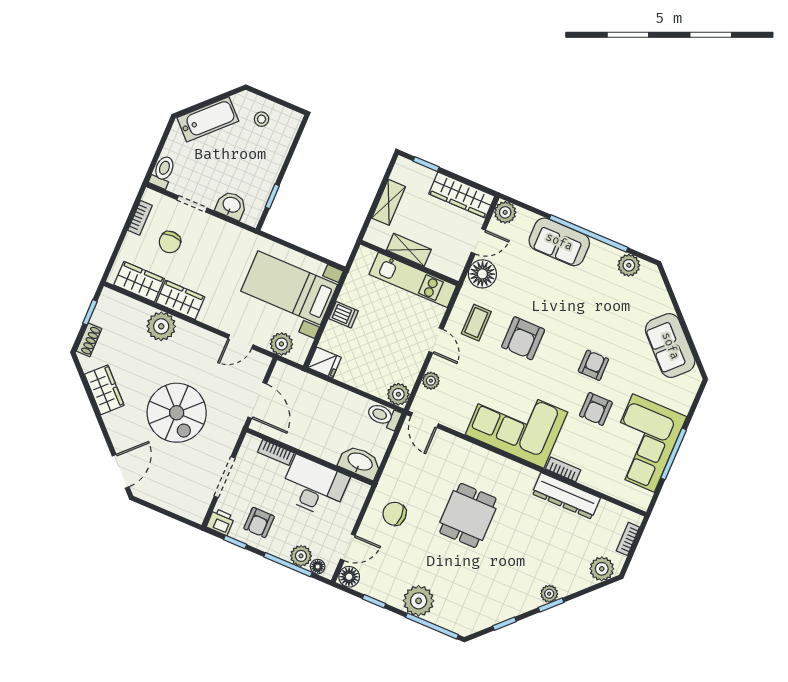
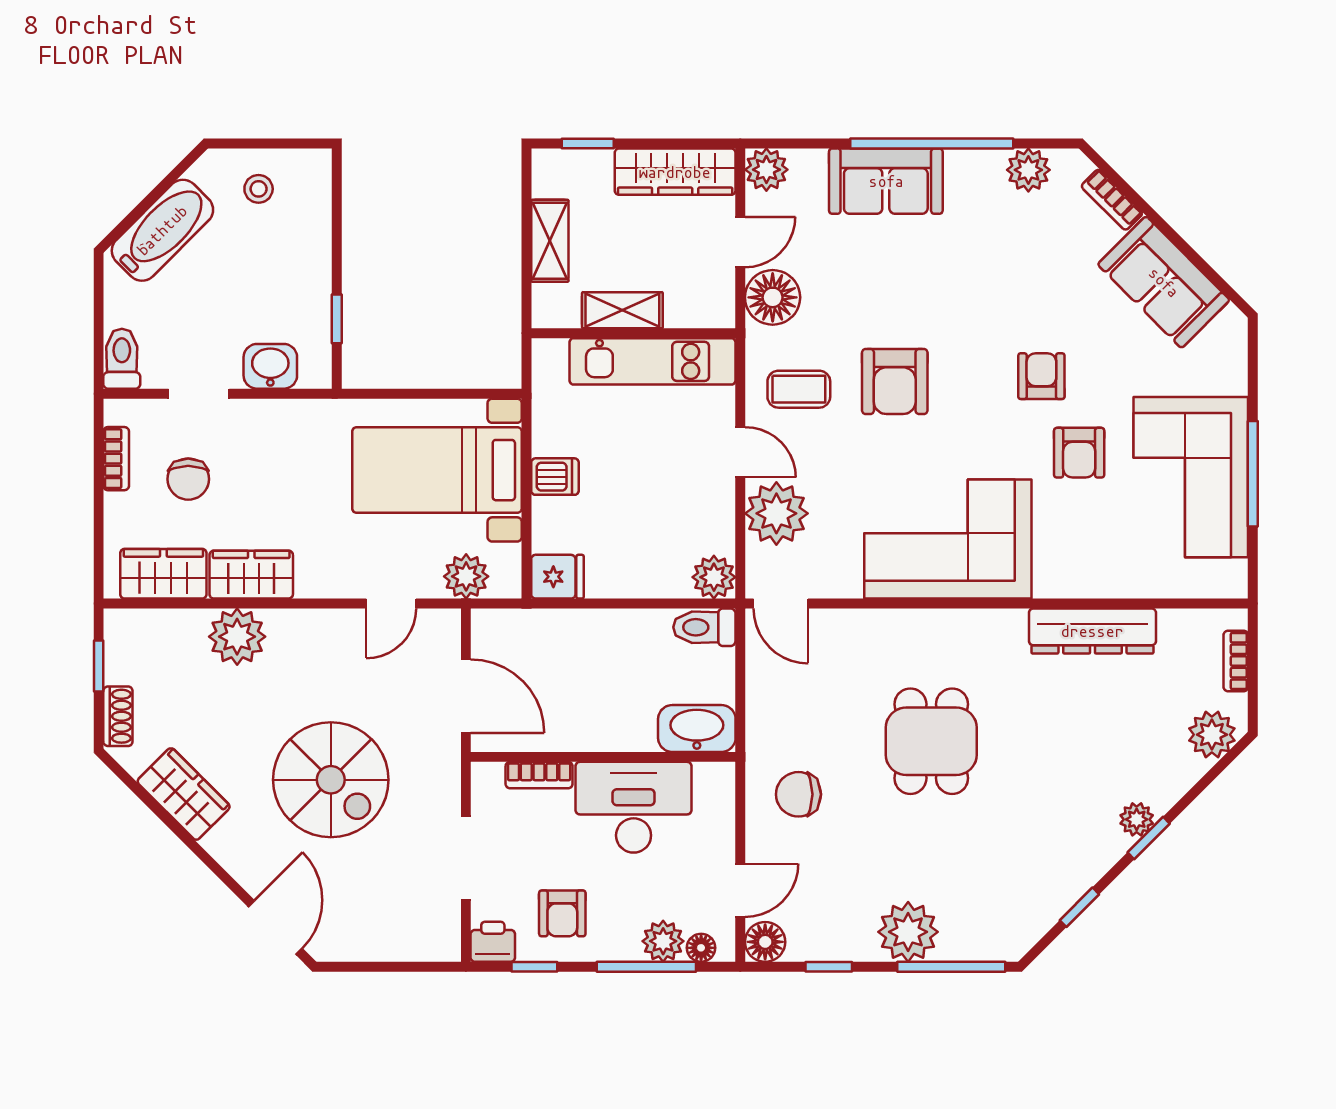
coffee table: (476, 323) -> (799, 389), turned 90
plant: (431, 381) -> (776, 513), width x1.88, depth x1.88
bookcase: (563, 469) -> (1112, 200), moved, turned -135

